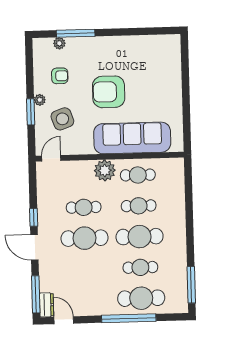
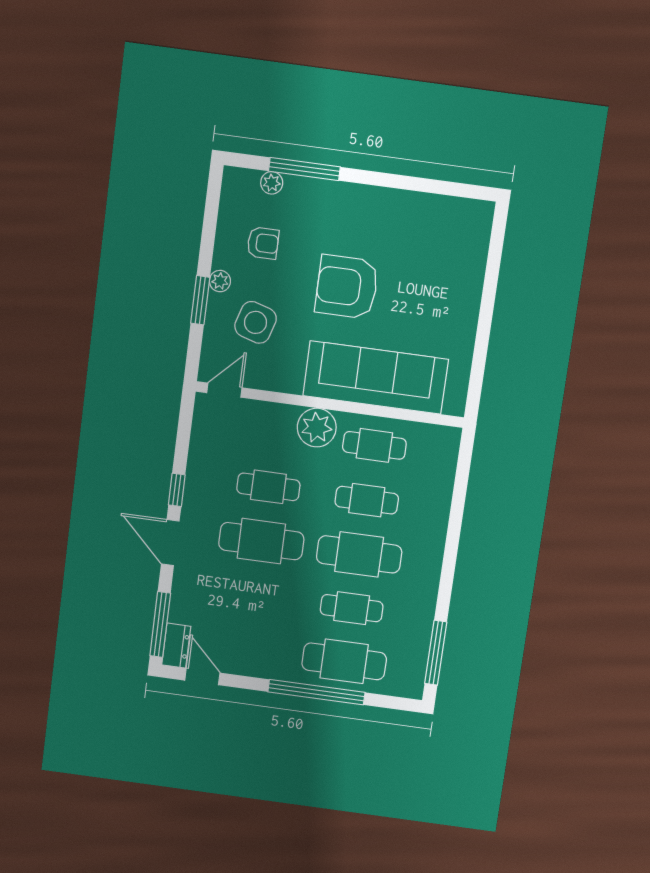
side table: (62, 119) -> (256, 322), turned 37

